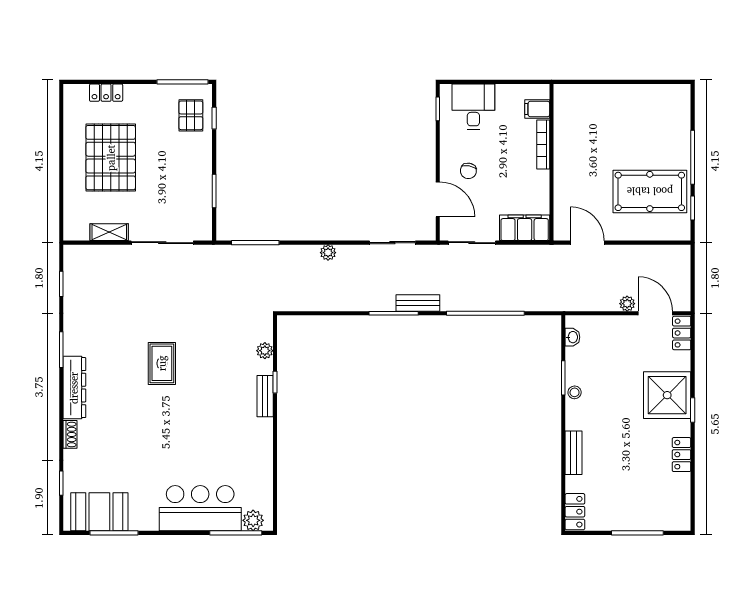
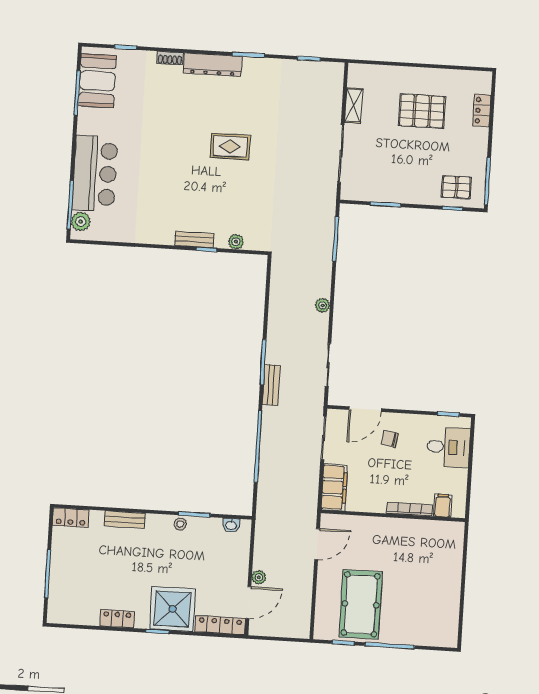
pallet: (111, 158) -> (422, 111), width x0.73, depth x0.71
locker: (682, 333) -> (220, 625), width x1.53

